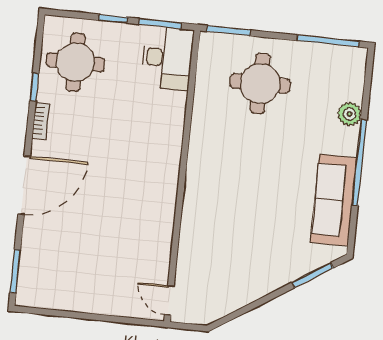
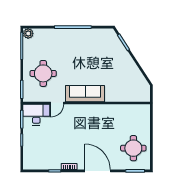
round table: (75, 62) -> (133, 148), moved
plant: (349, 114) -> (28, 33), moved
sofa: (334, 200) -> (85, 94), moved, turned 180
door: (169, 300) -> (57, 103), moved

